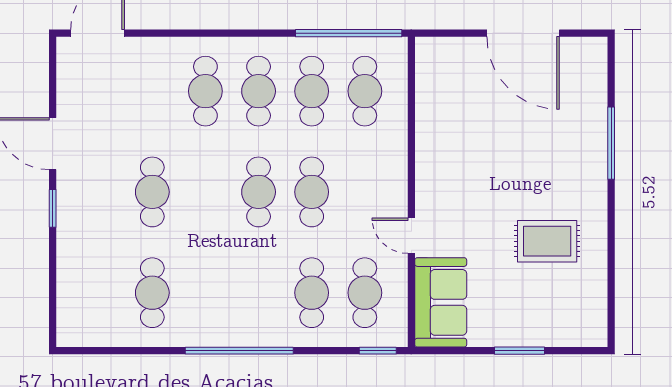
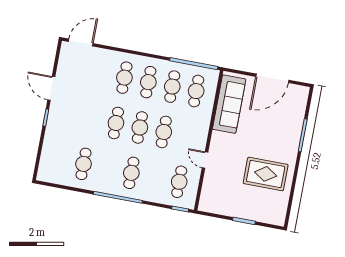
door: (523, 33) -> (272, 78), hinge flipped
cafe table: (152, 192) -> (116, 123), moved
rug: (547, 241) -> (266, 174), width x1.36, depth x1.43
cafe table: (312, 293) -> (131, 173), moved
sofa: (441, 302) -> (229, 104), moved, width x1.36

